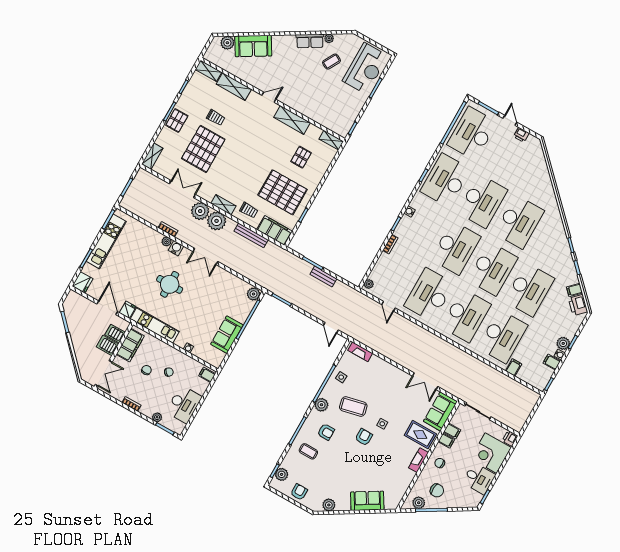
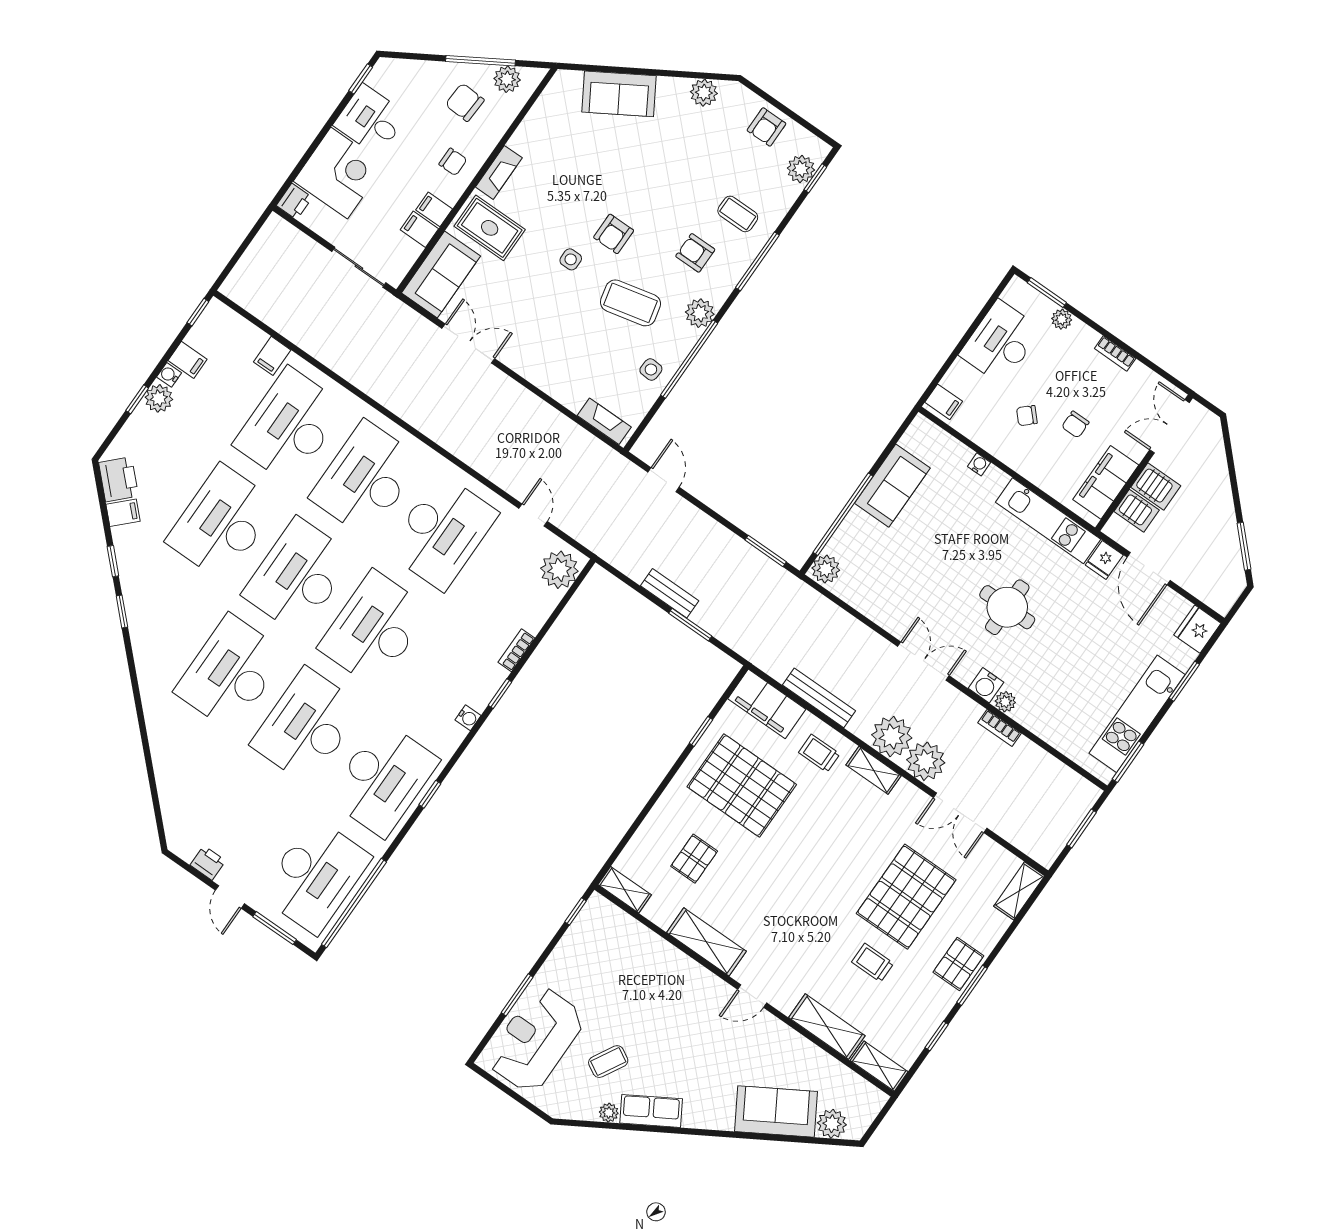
plant: (369, 284) -> (559, 570), width x1.88, depth x1.88

